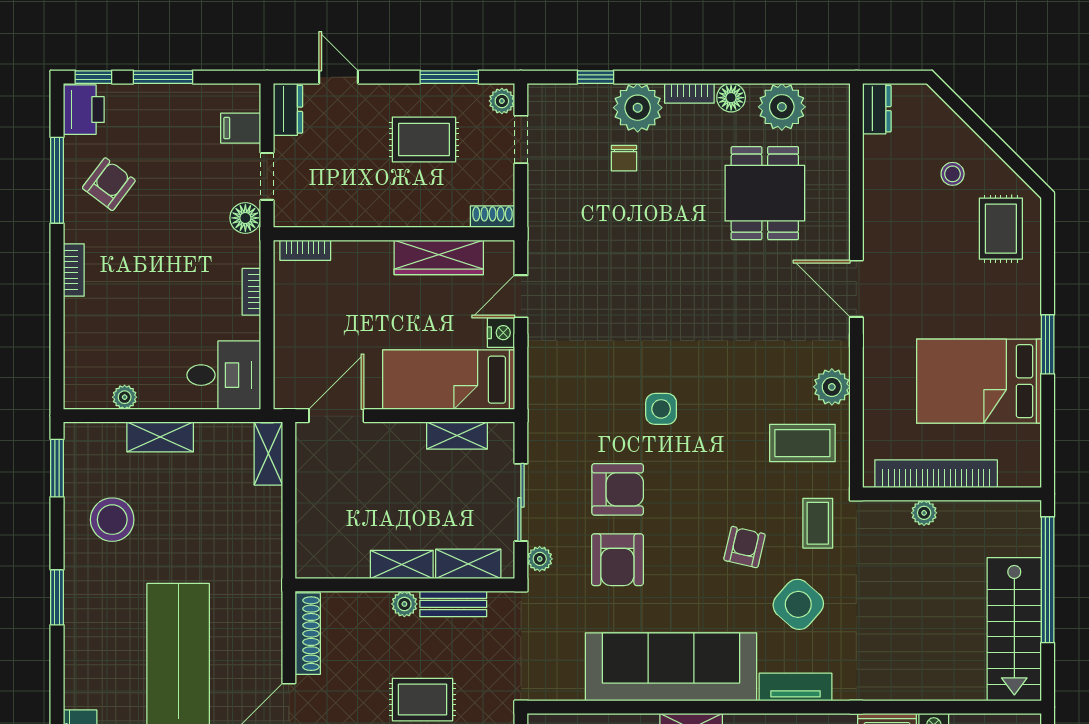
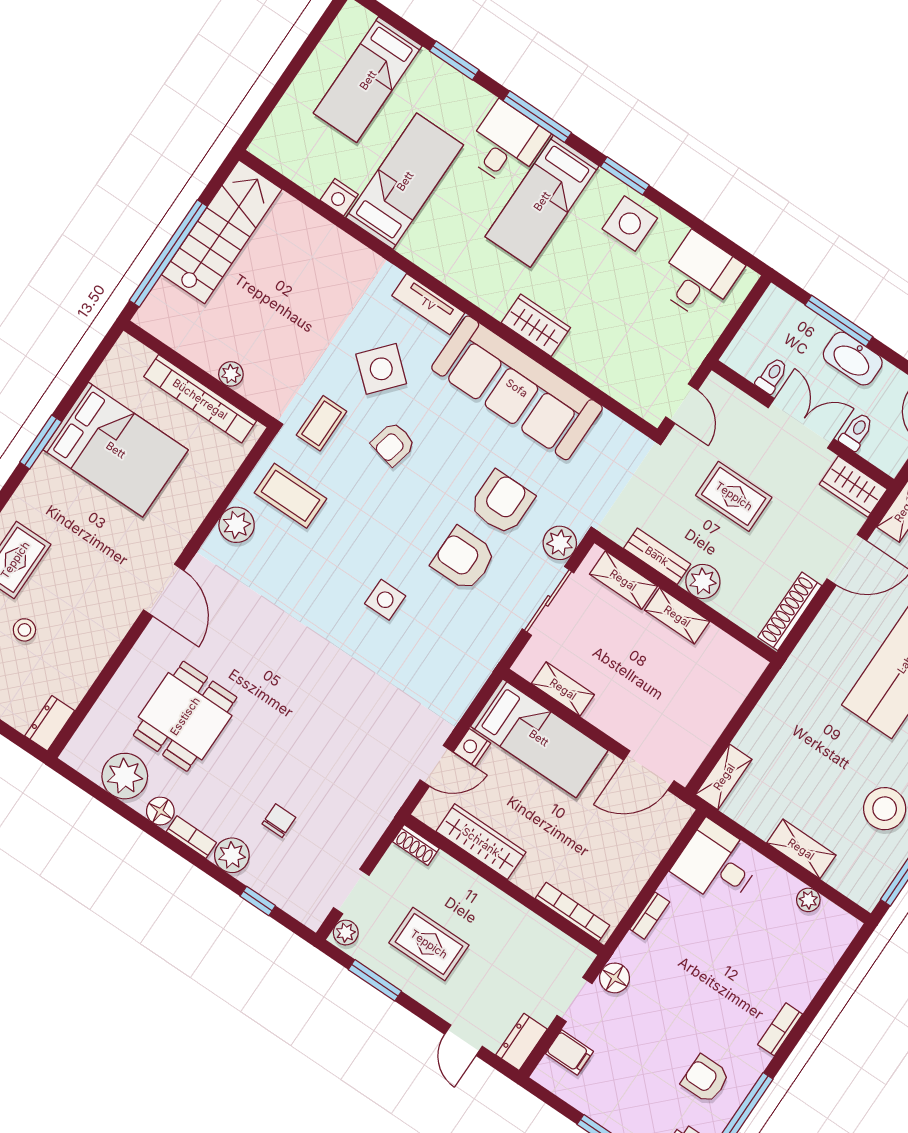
plant: (638, 108) -> (232, 855), width x0.73, depth x0.73
armchair: (109, 184) -> (705, 1079), turned 53
bookcase: (305, 250) -> (572, 912), width x1.56
plant: (540, 559) -> (560, 543), width x1.38, depth x1.38
plant: (404, 604) -> (703, 581), width x1.38, depth x1.38

